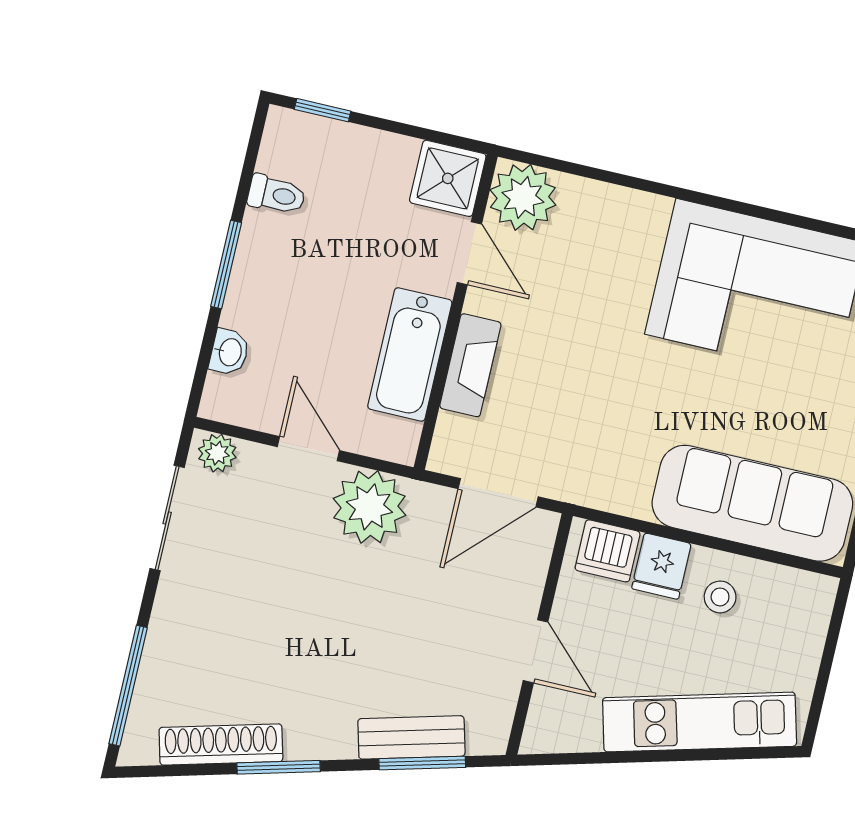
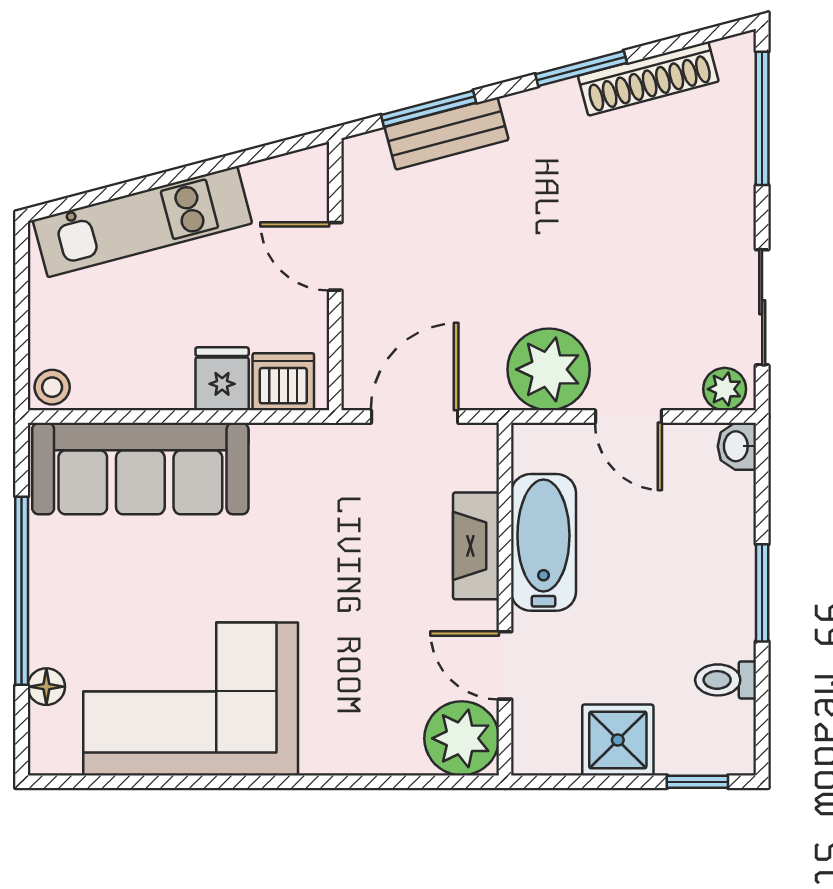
shower: (448, 178) -> (618, 740), moved
washbasin: (229, 352) -> (737, 446), moved
stool: (720, 597) -> (52, 387), moved

